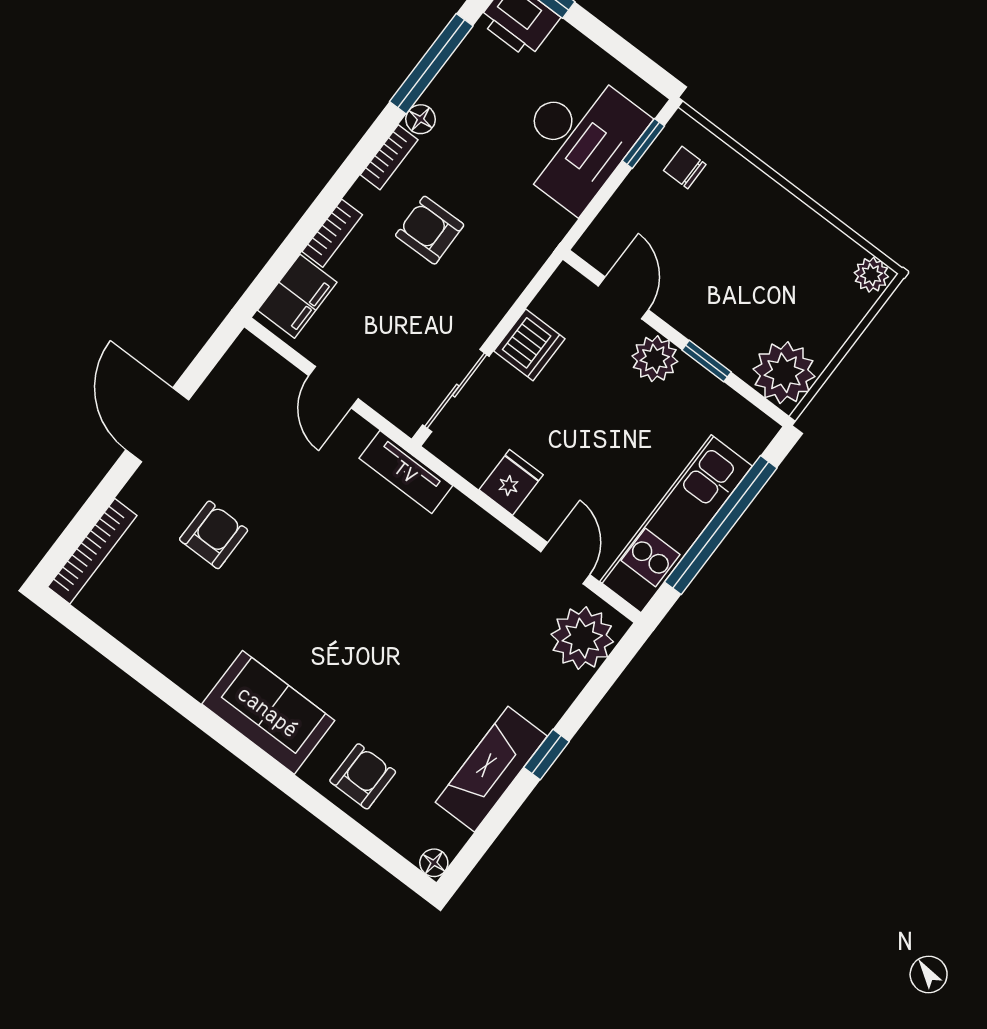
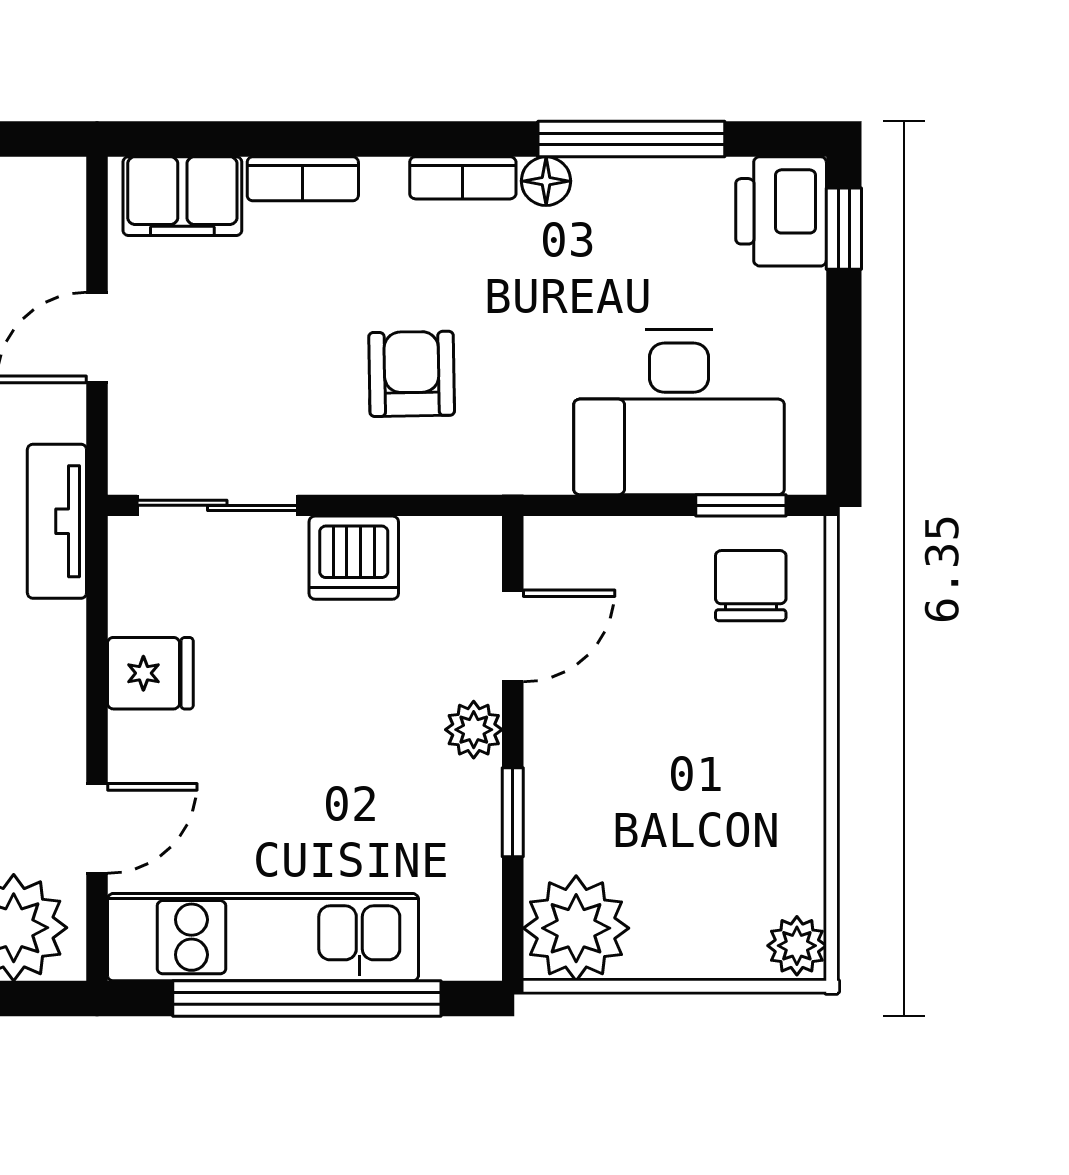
chair: (685, 168) -> (751, 586), width x1.37, depth x1.37
armchair: (430, 230) -> (412, 374), moved
plant: (655, 359) -> (474, 730), width x0.73, depth x0.73

